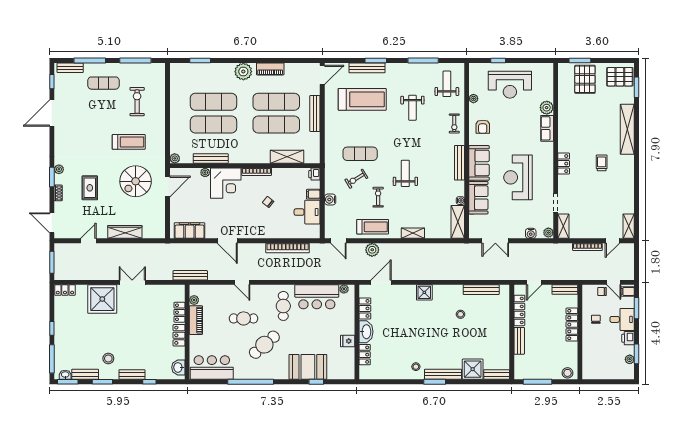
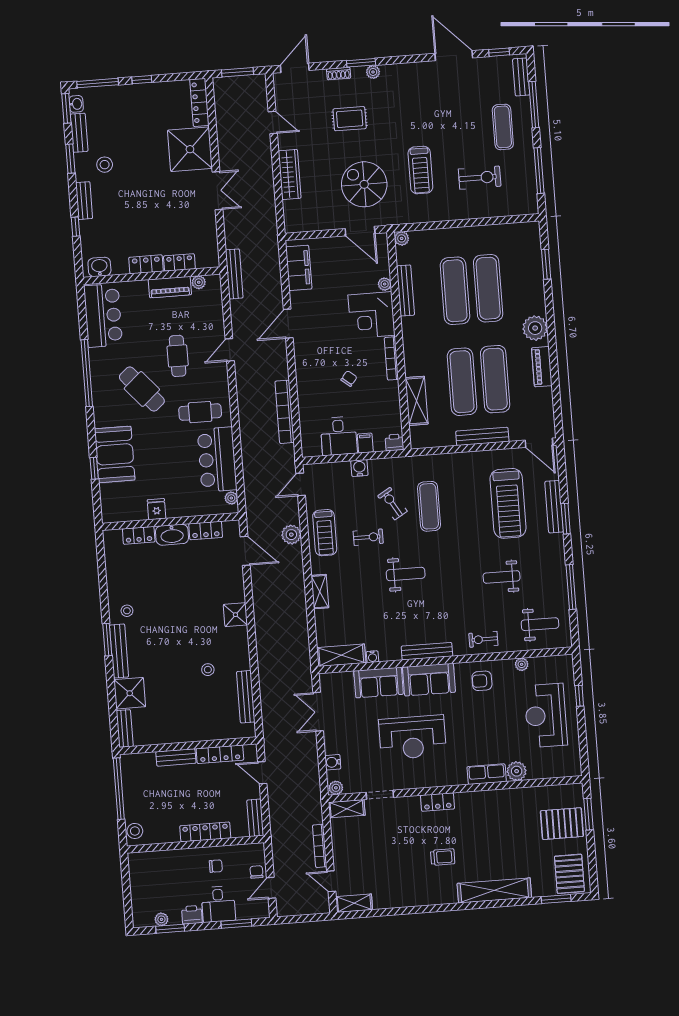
reception desk: (518, 177) -> (412, 737), turned 180
locker: (65, 290) -> (199, 102), width x1.53
filing cabinet: (628, 291) -> (260, 909), removed
window: (538, 382) -> (119, 789), width x1.46

